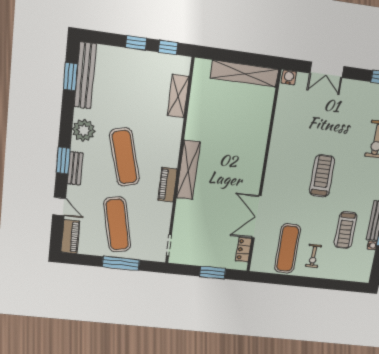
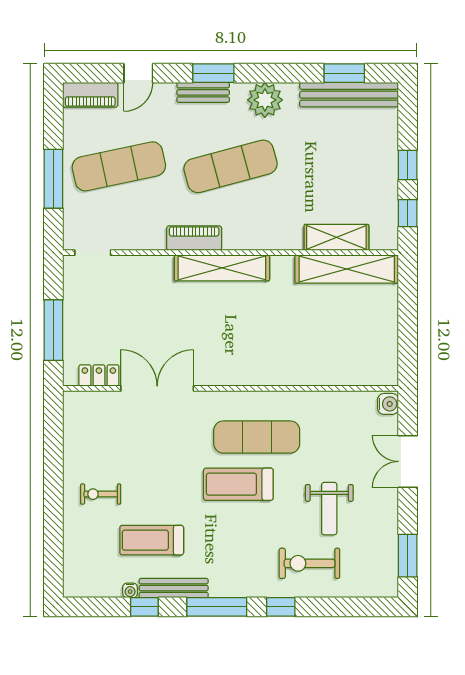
shelving: (244, 74) -> (347, 269), moved, turned 90
weight bench: (347, 123) -> (329, 509), added
treadmill: (322, 176) -> (238, 484), turned 180
exercise mat: (288, 248) -> (257, 437), moved
window: (213, 273) -> (53, 330), width x1.44

